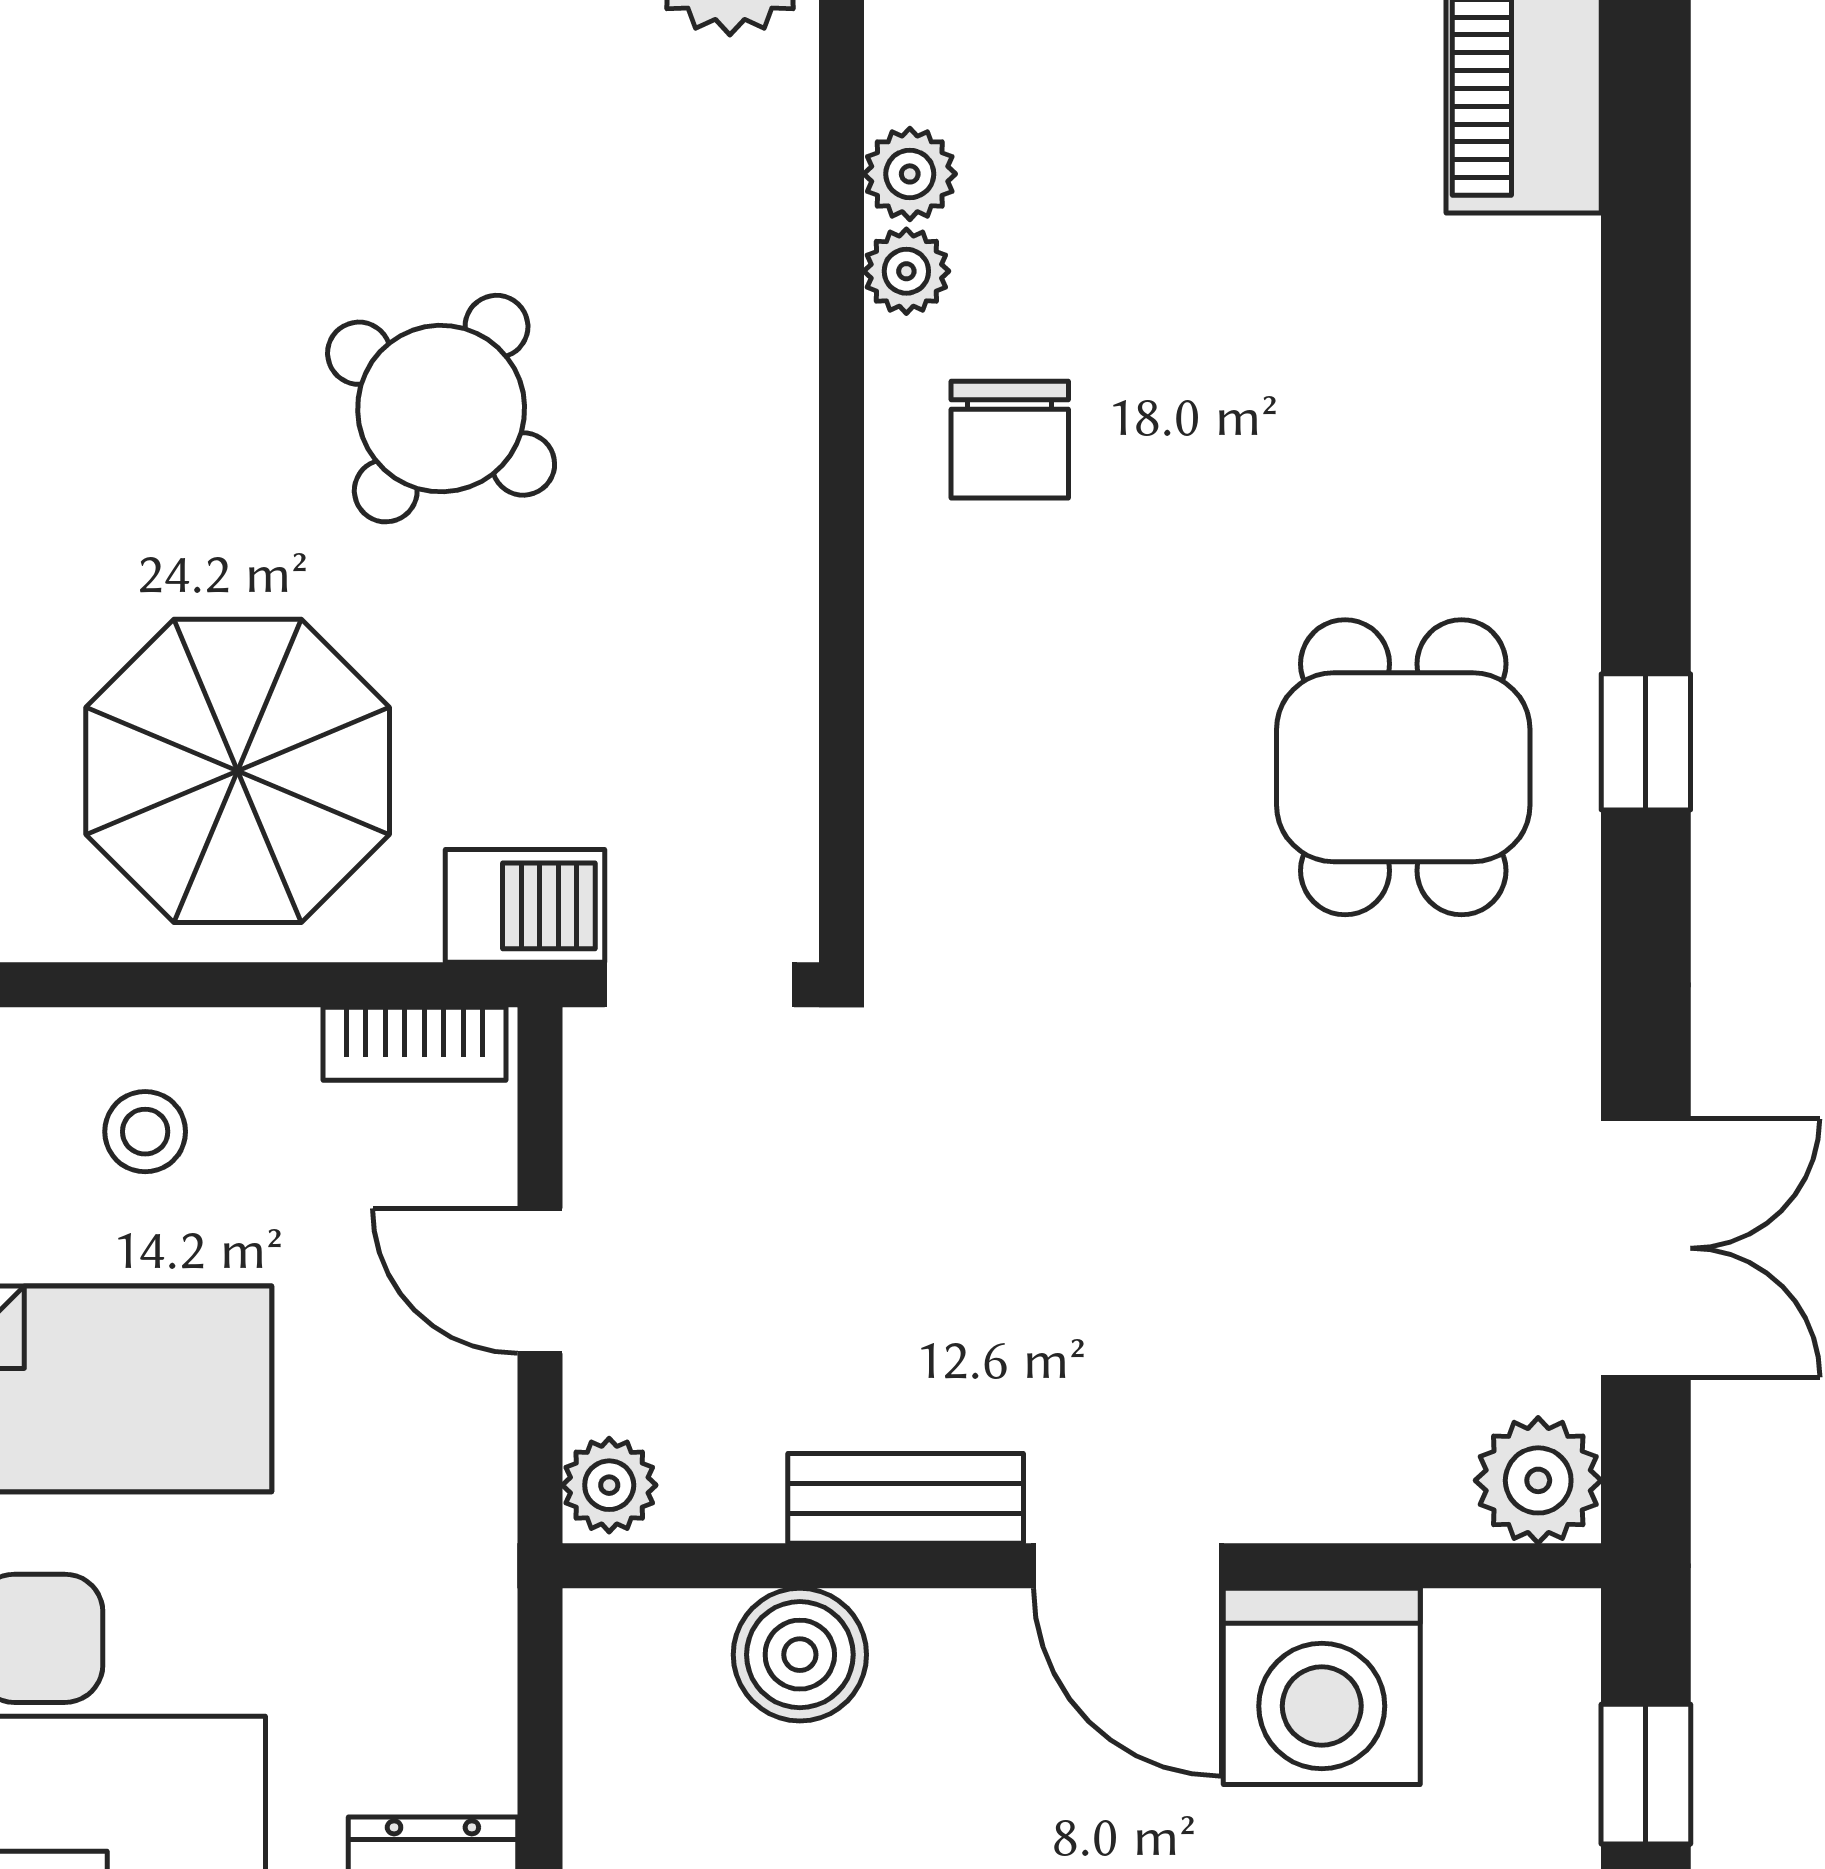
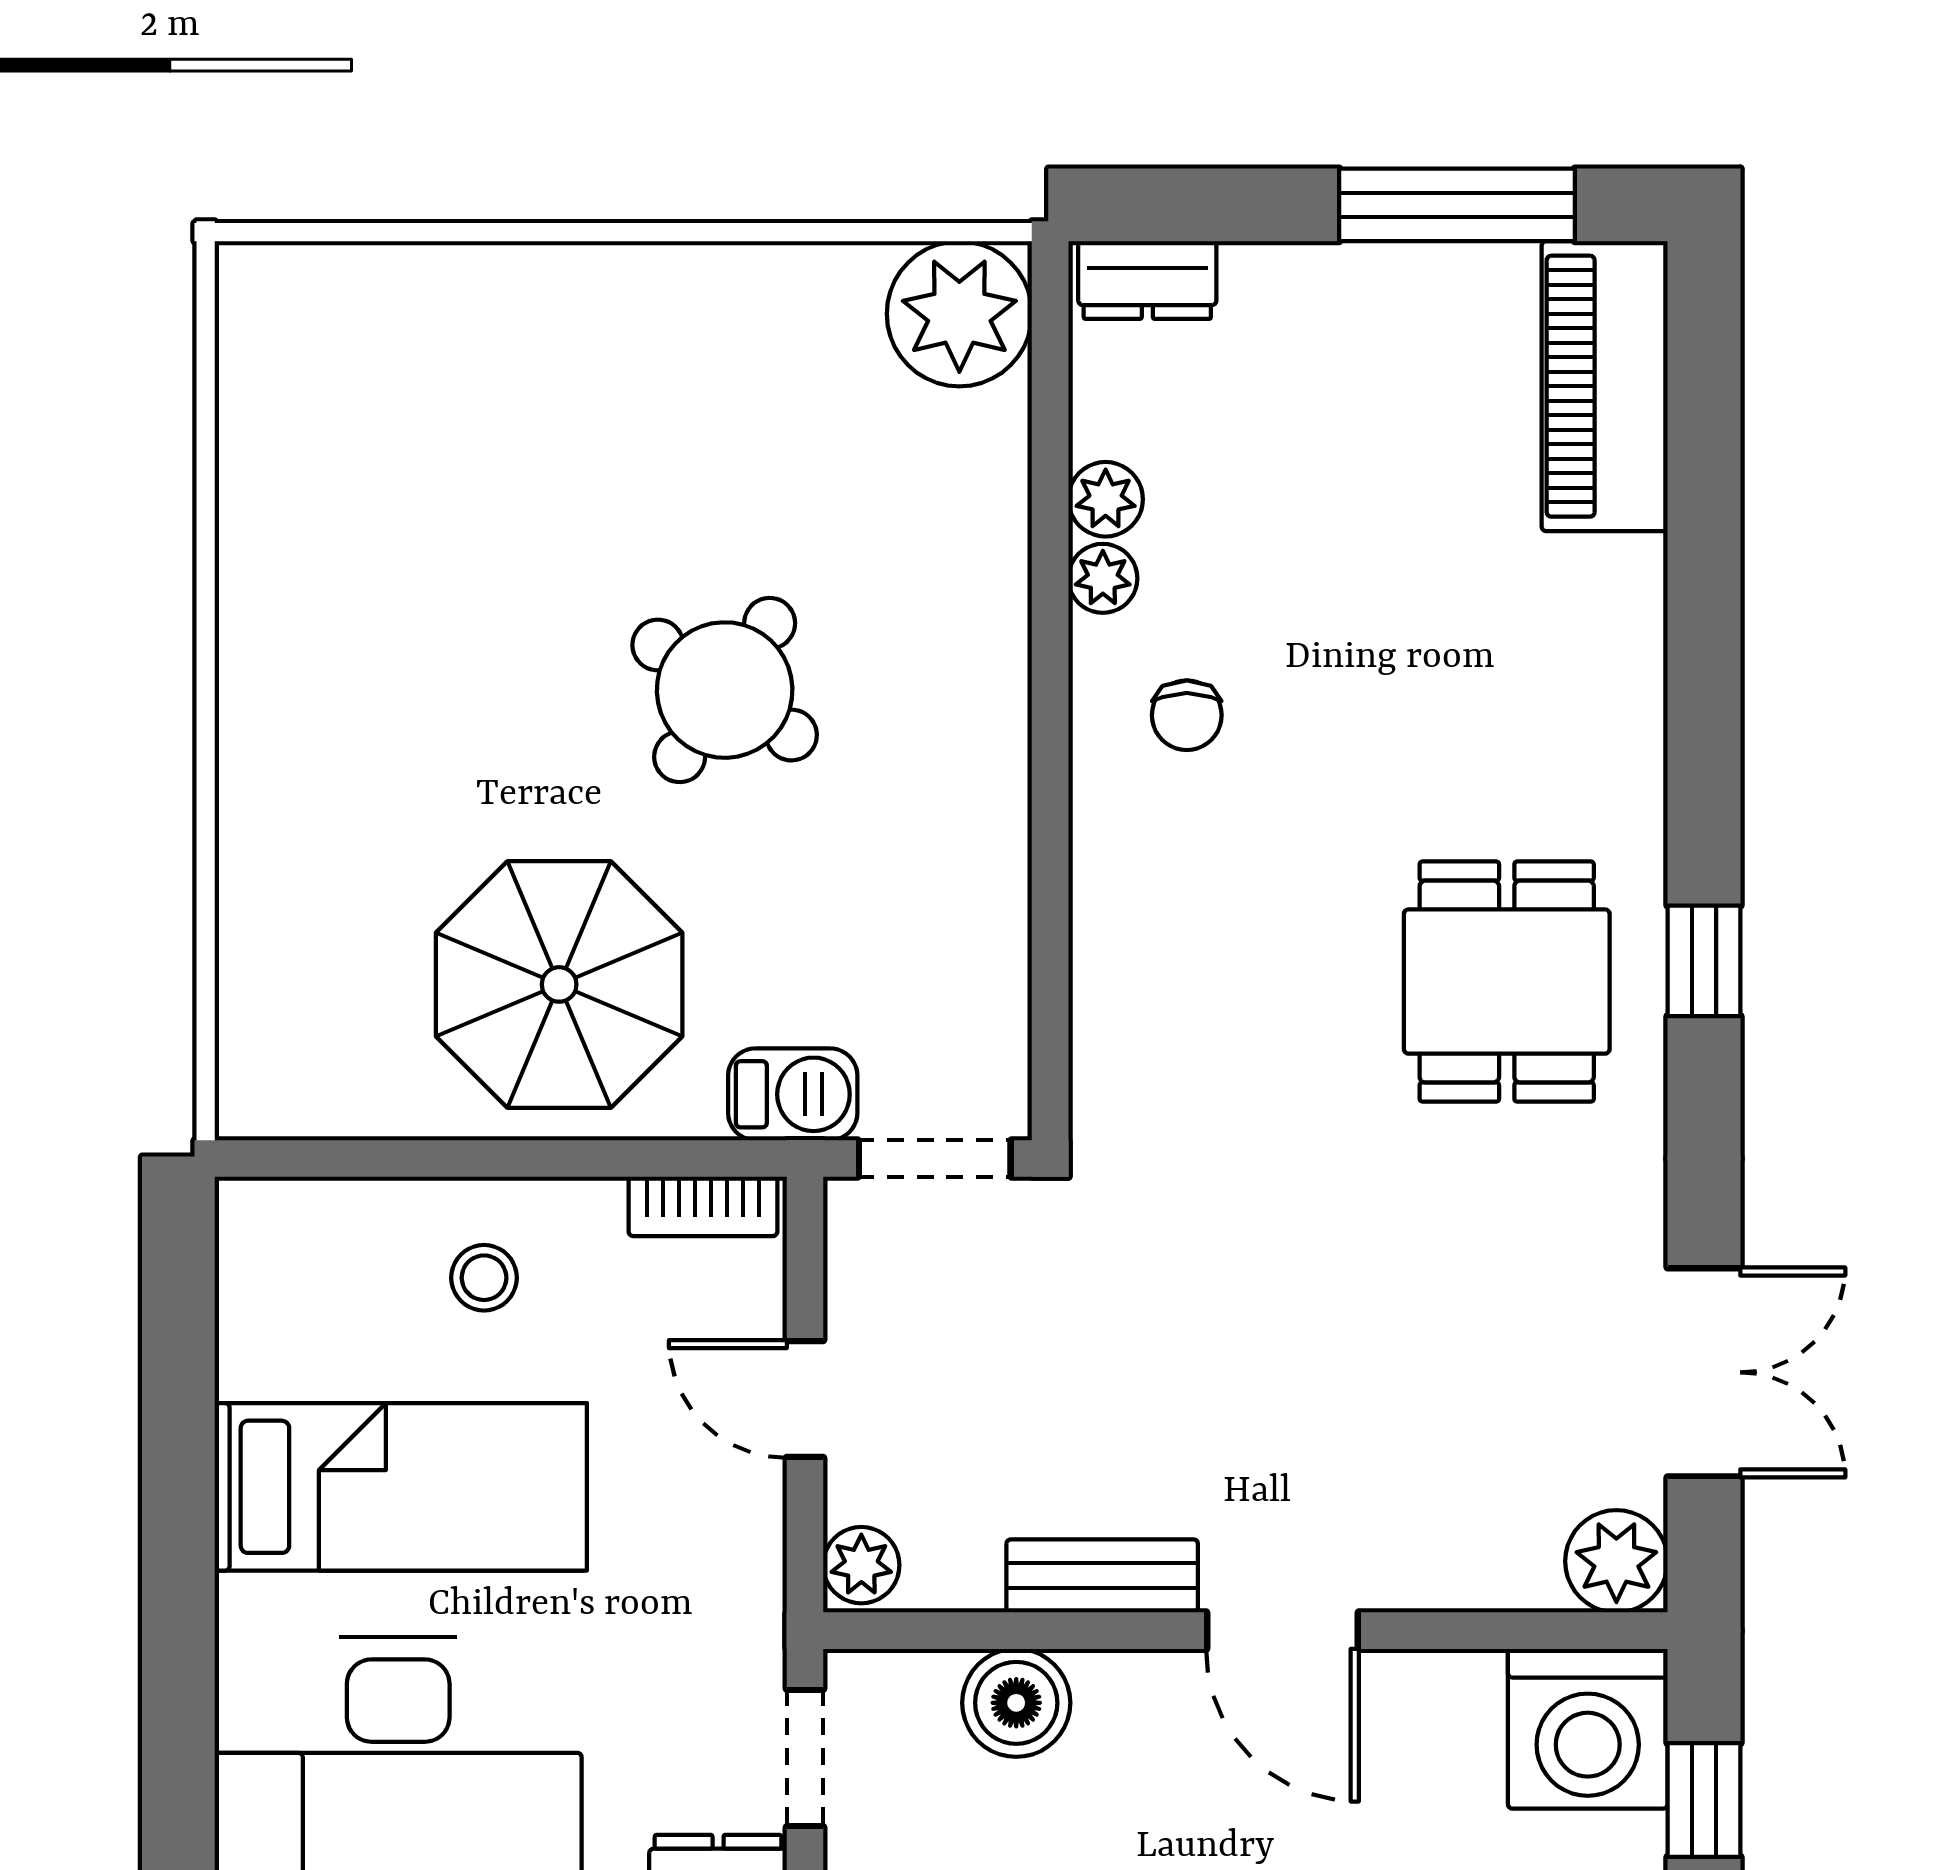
chair: (1010, 440) -> (1187, 715), width x0.73, depth x0.73
washing machine: (1322, 1686) -> (1588, 1729), moved
doorway: (540, 1722) -> (805, 1758), added

